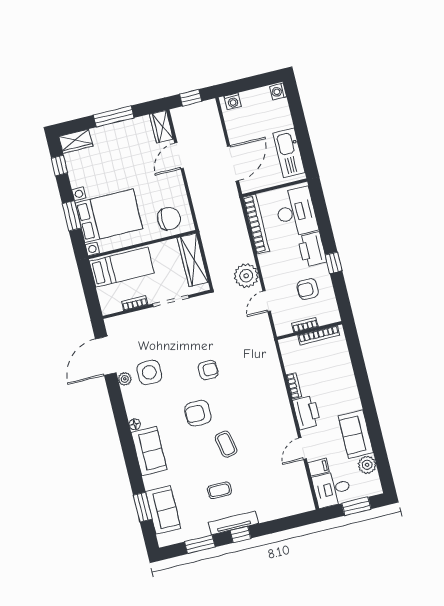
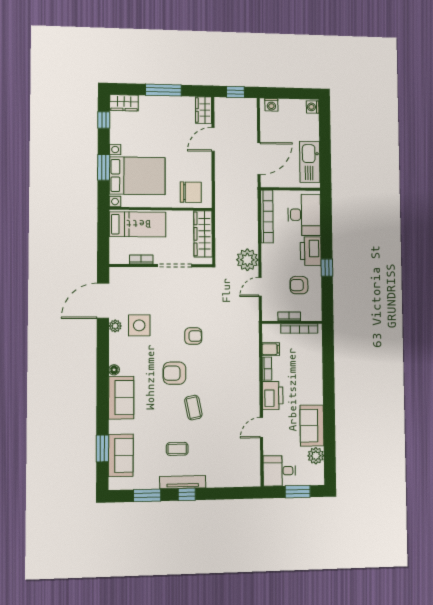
filing cabinet: (318, 467) -> (271, 349), moved

